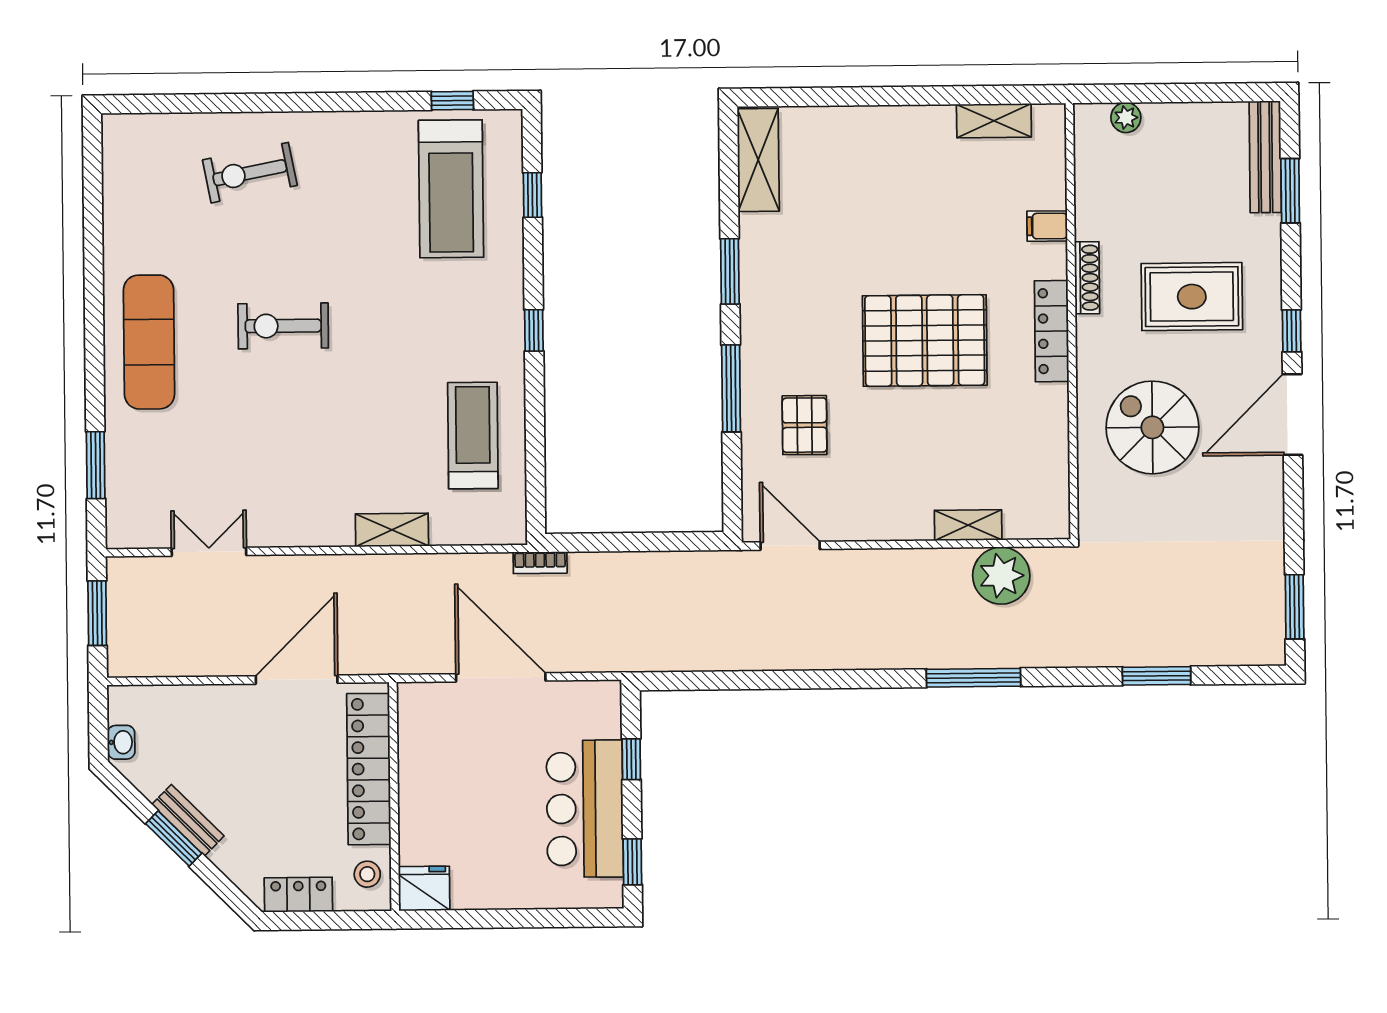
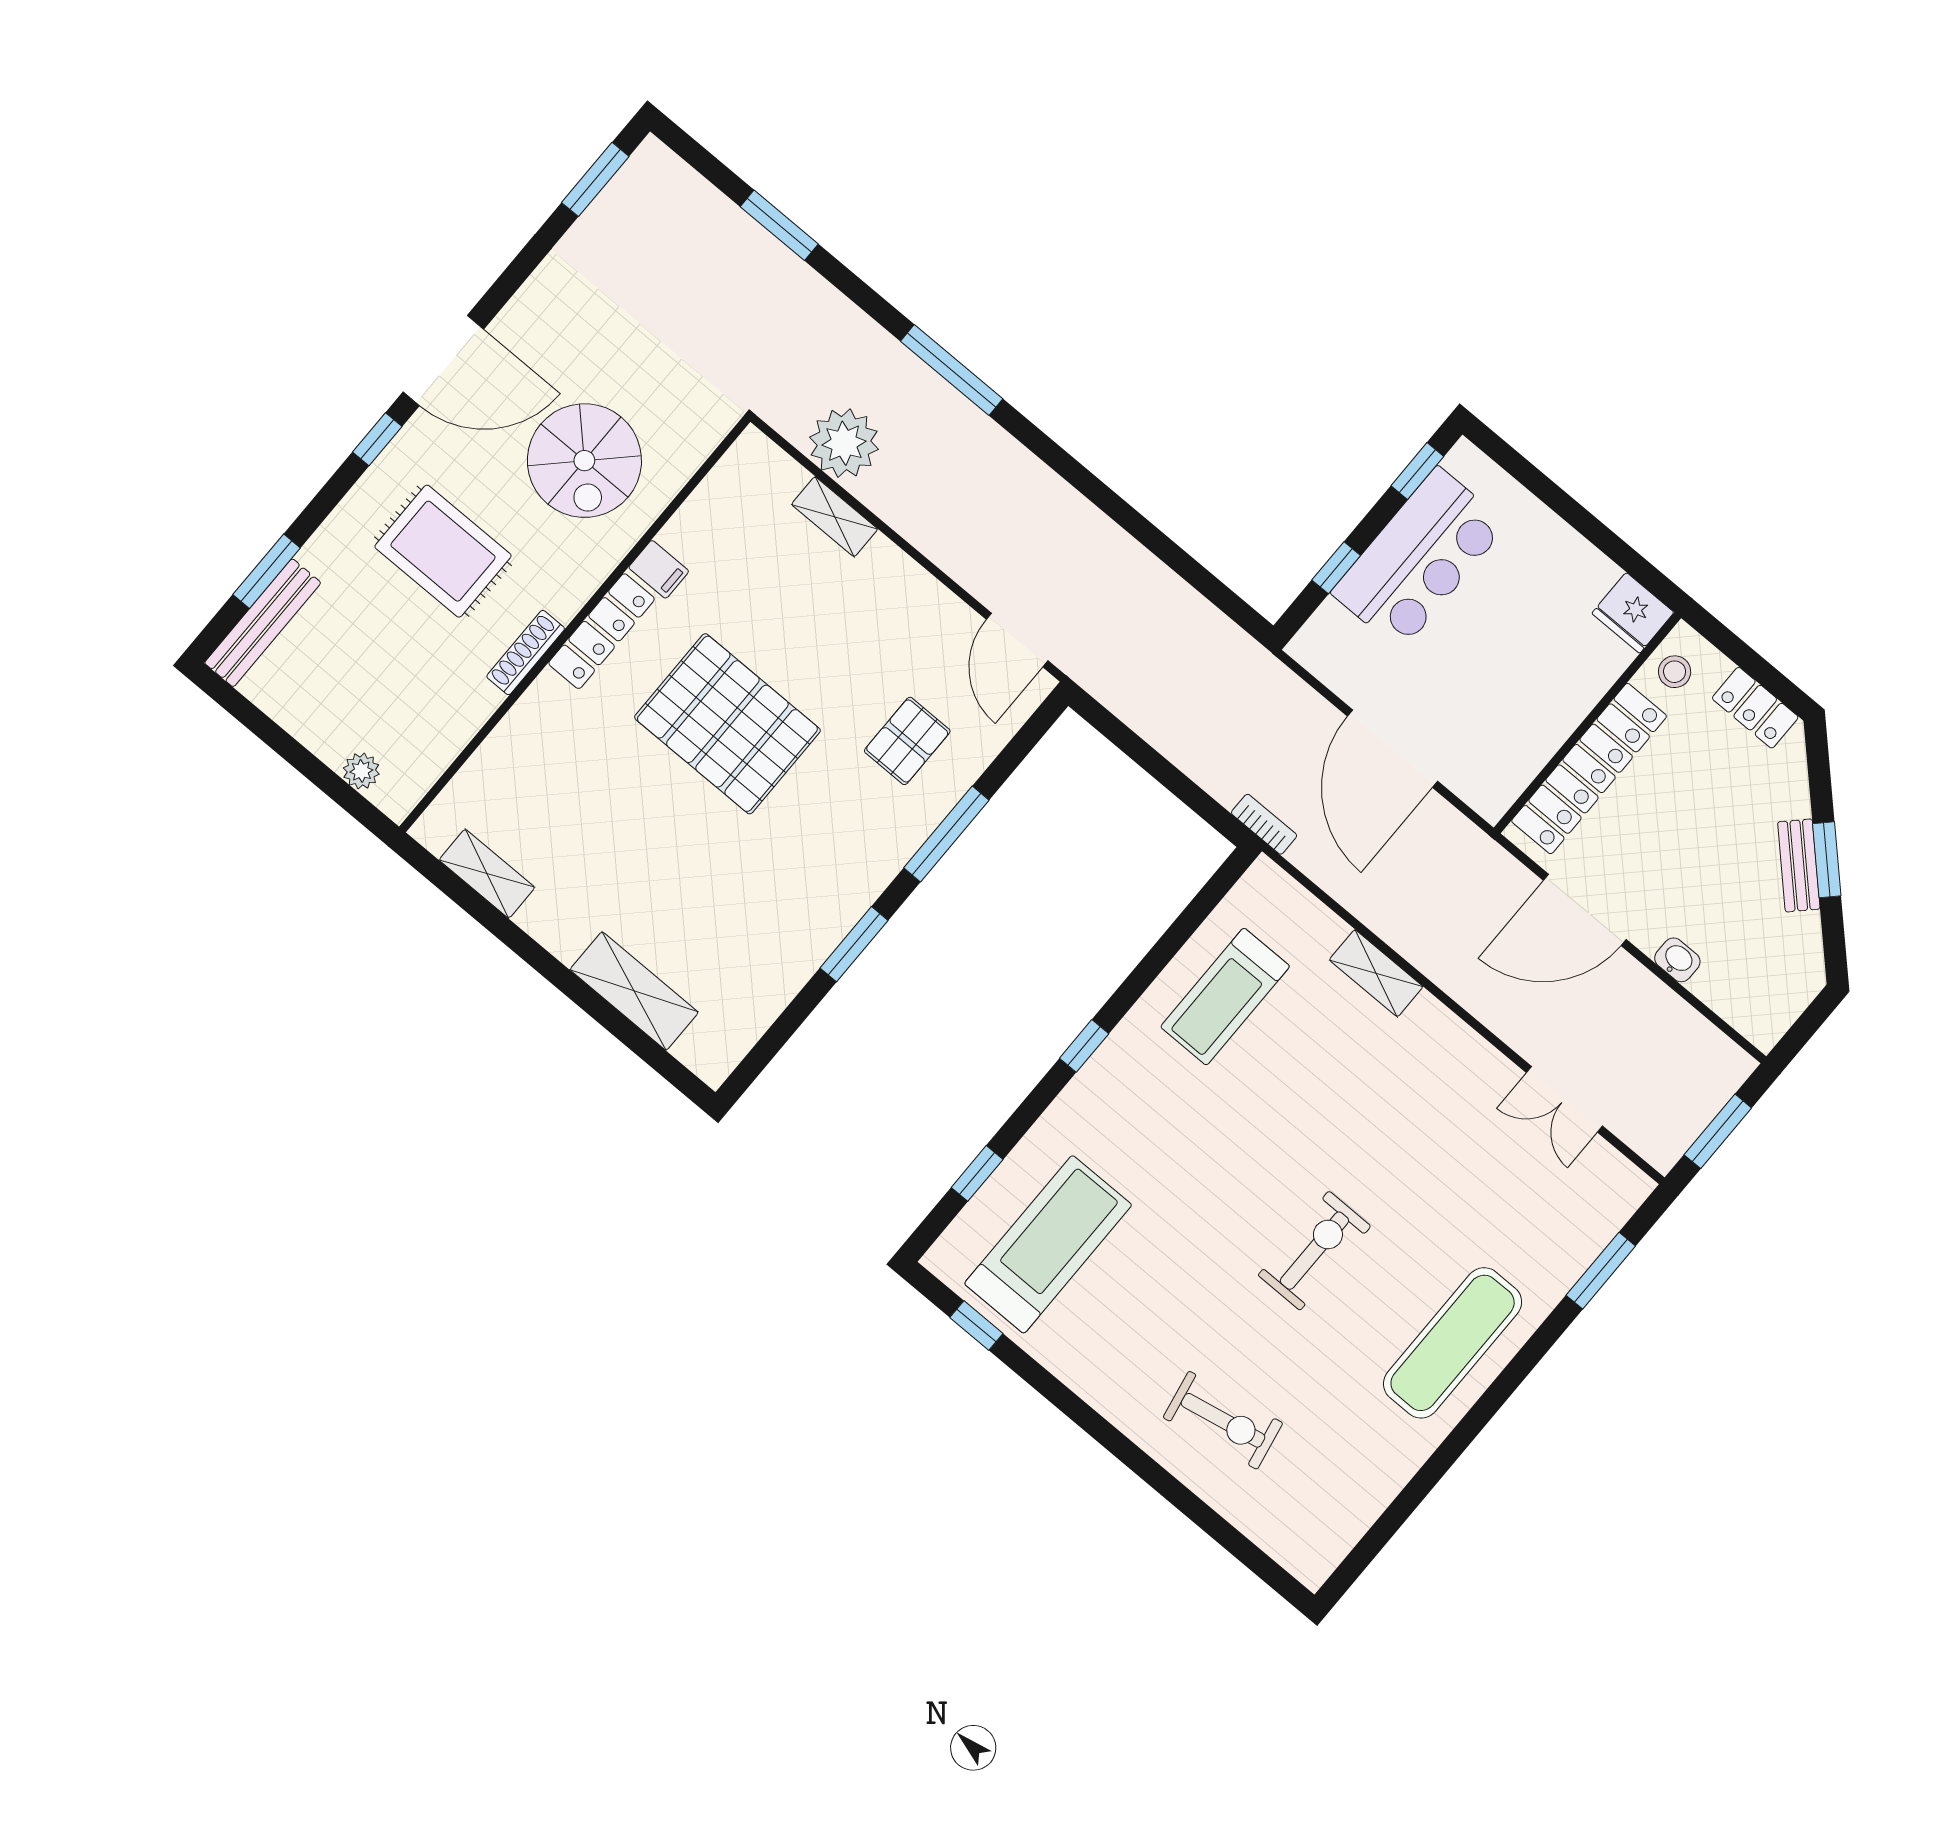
shelving: (758, 160) -> (634, 991), moved, turned 90
filing cabinet: (1047, 226) -> (659, 569), moved
exercise bike: (283, 326) -> (1314, 1251), turned -90
washbasin: (121, 742) -> (1677, 960), moved, turned 90

